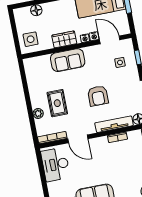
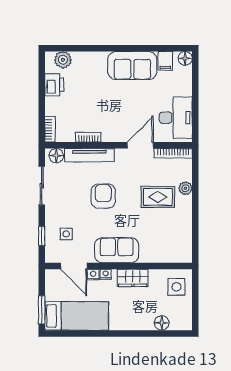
sofa: (68, 60) -> (117, 250), moved
rug: (57, 103) -> (158, 197), turned 90
door: (78, 139) -> (140, 145), hinge flipped

